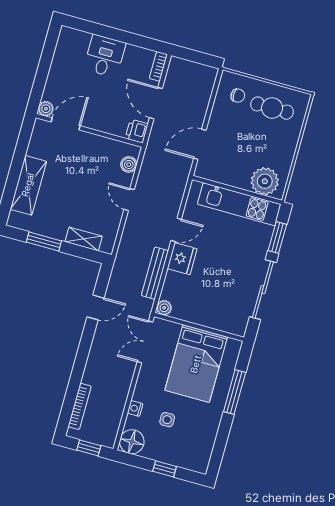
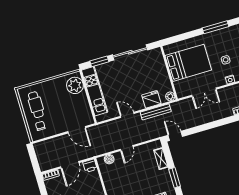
fridge: (182, 259) -> (151, 99), moved
door: (96, 307) -> (175, 136), moved
double door: (145, 342) -> (204, 92), moved
window: (235, 392) -> (216, 27), moved

